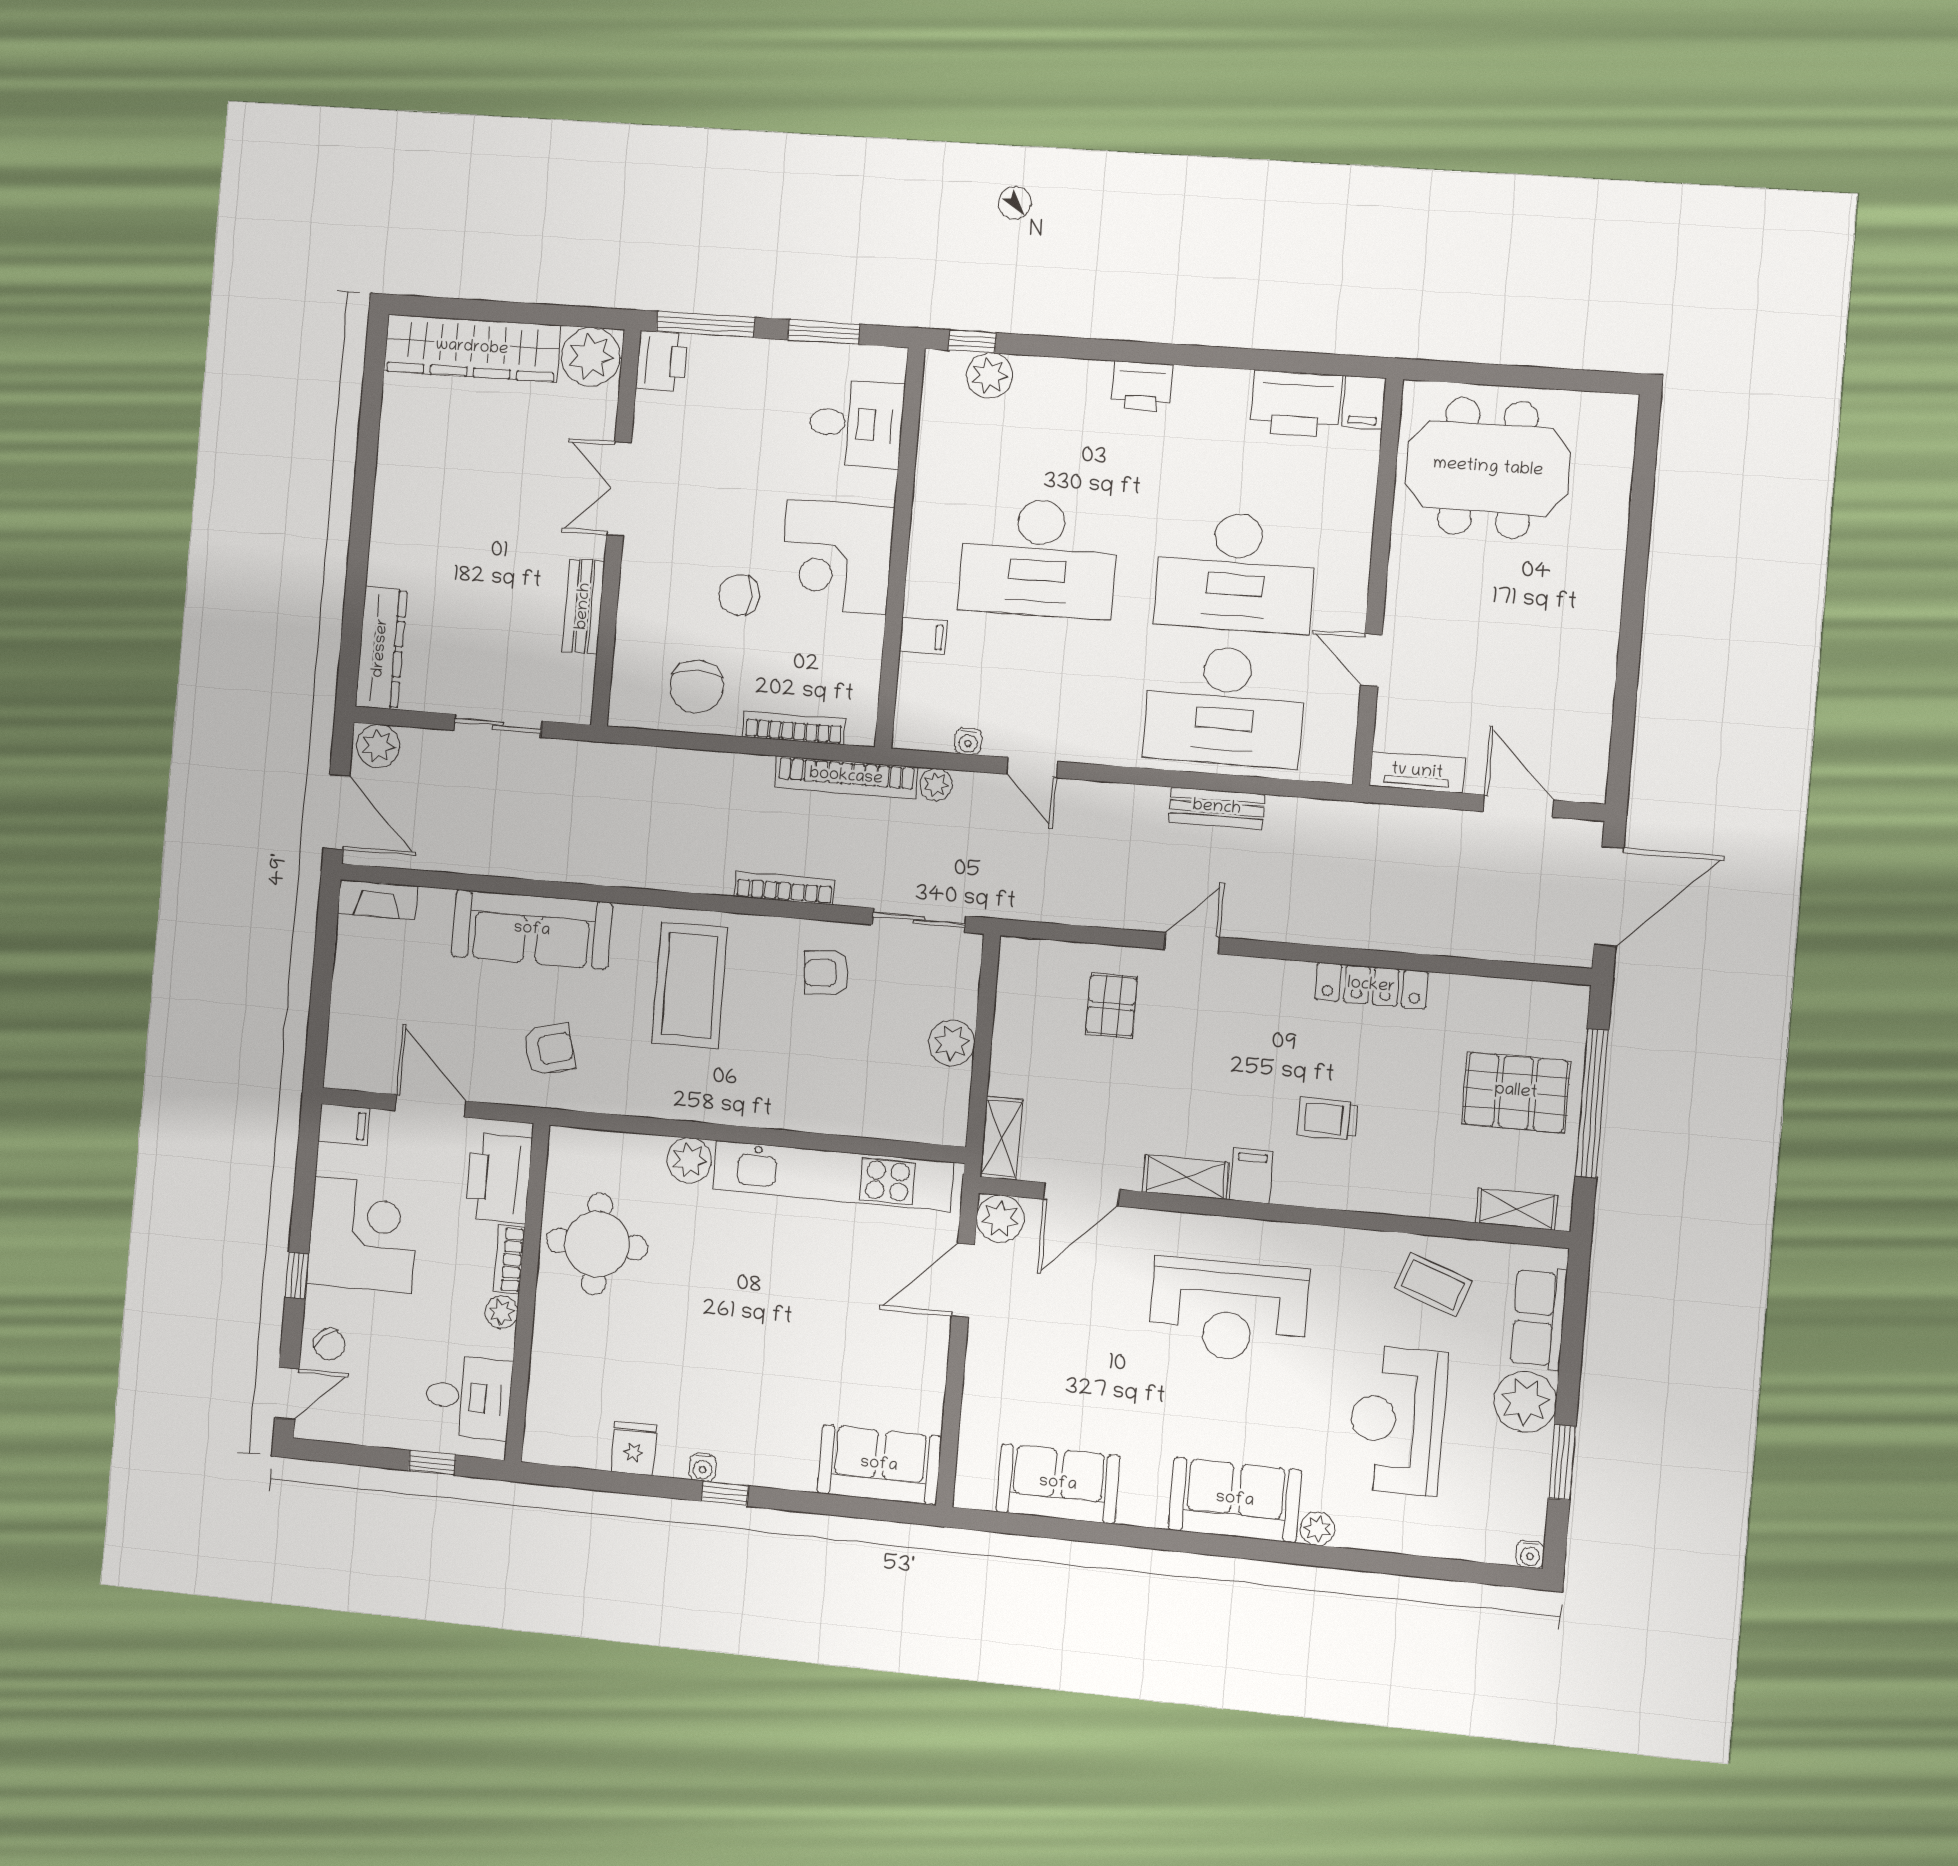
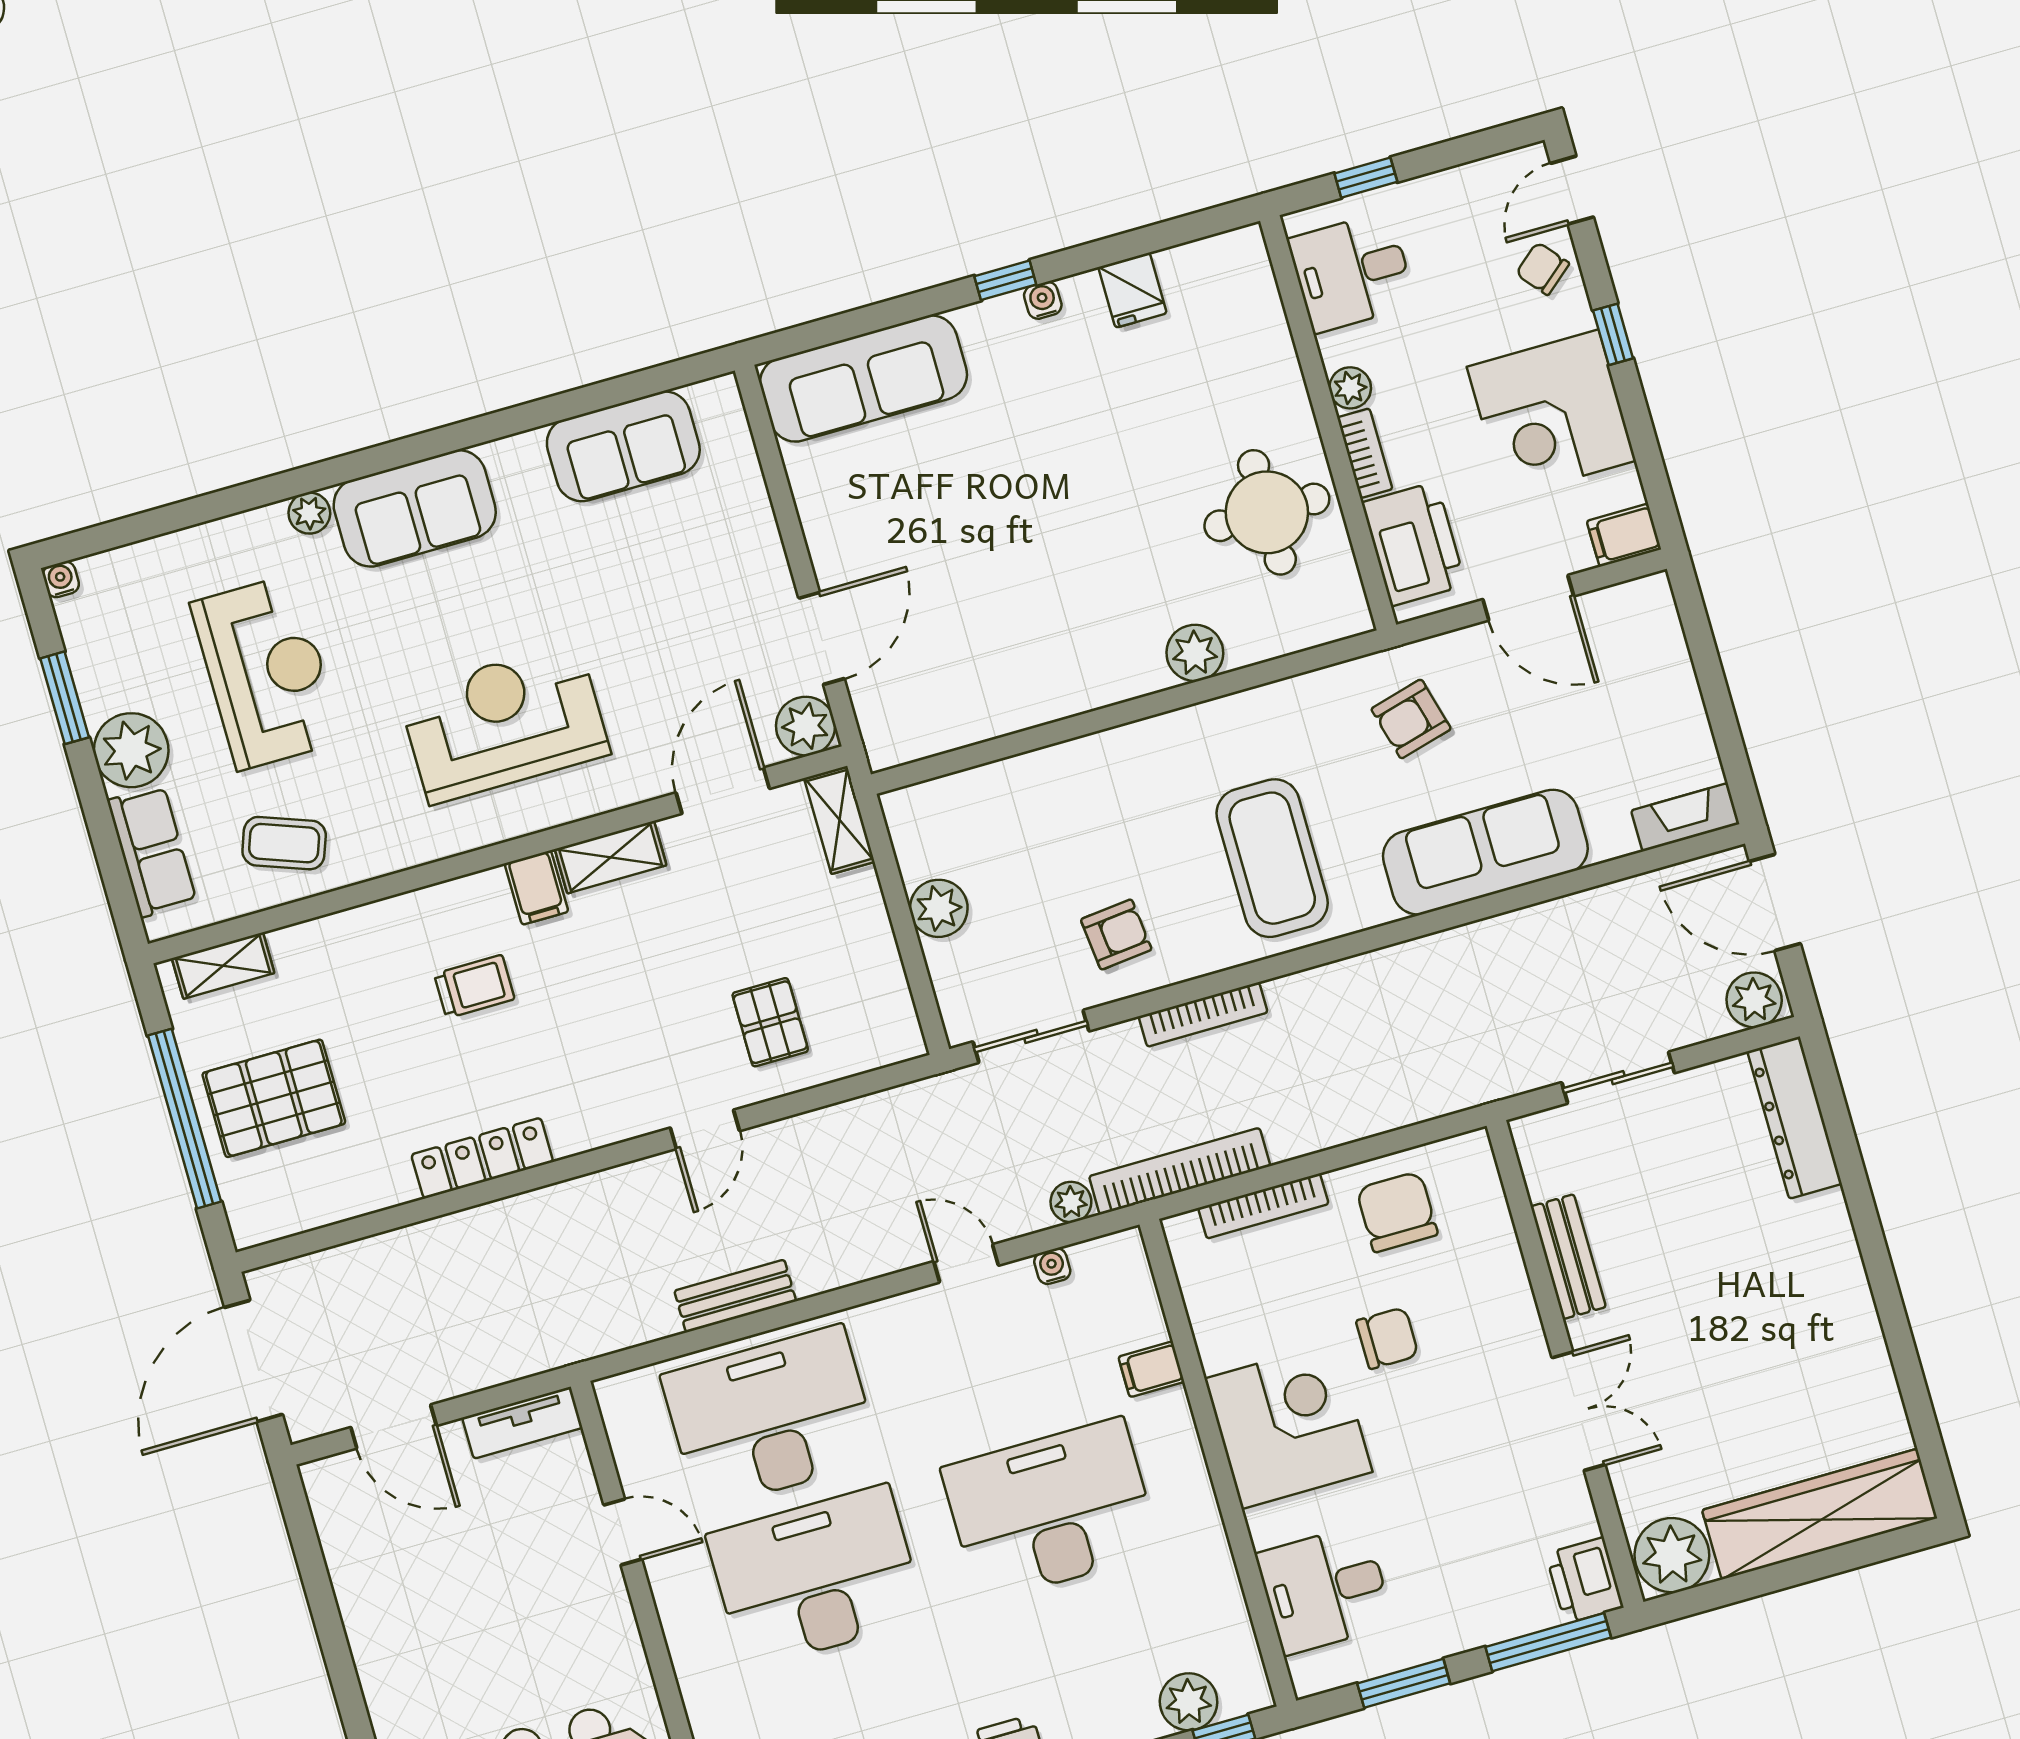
kitchen unit: (833, 1176) -> (1019, 700), removed
sofa: (879, 1465) -> (863, 379), width x1.36

